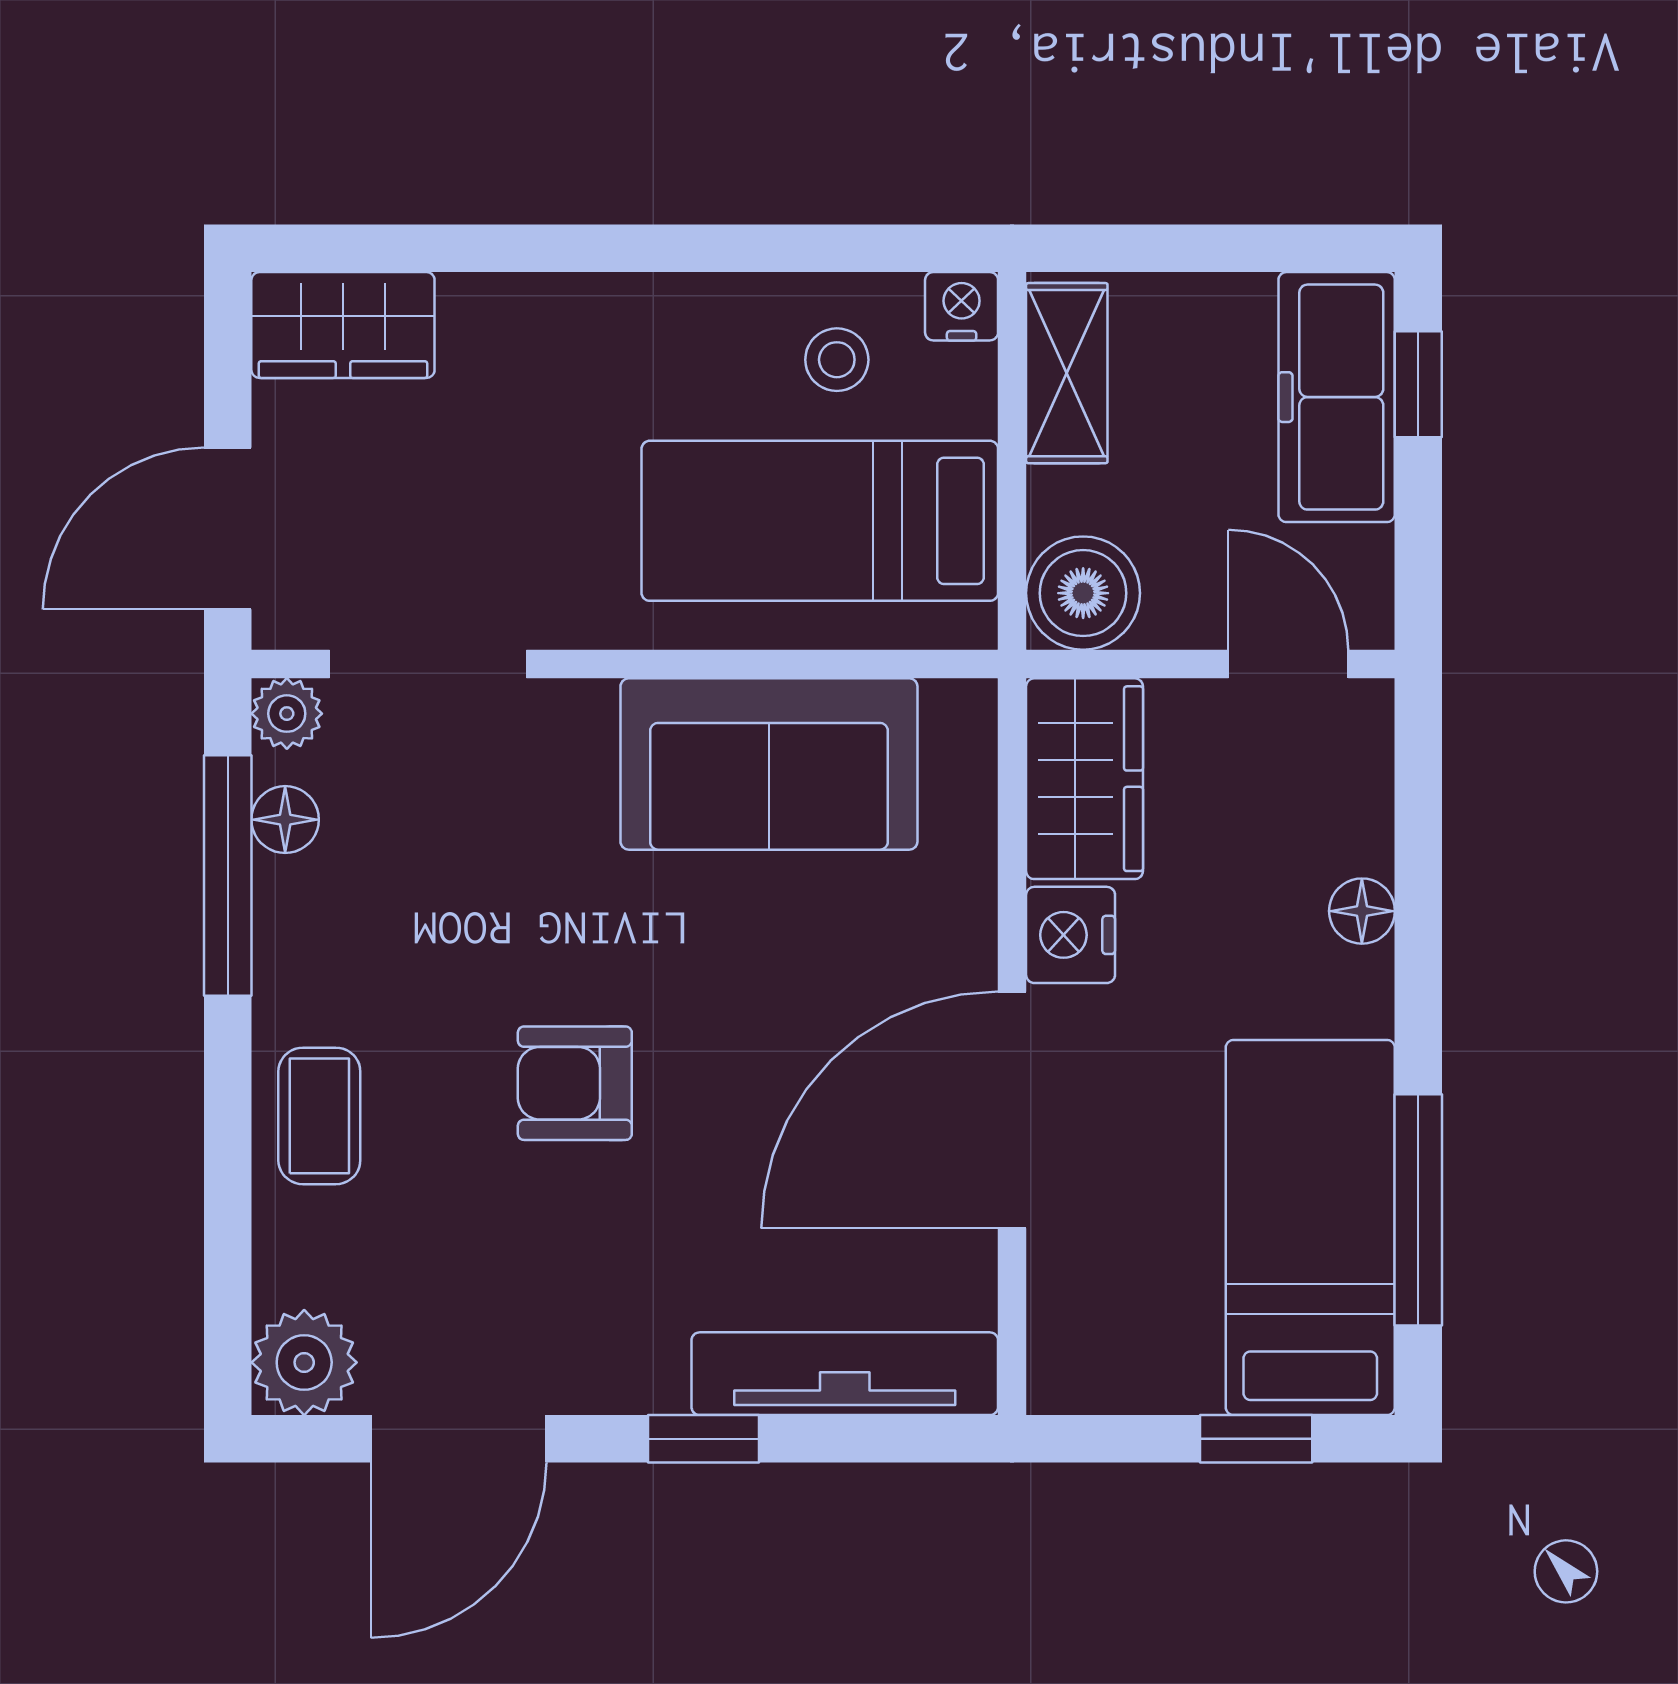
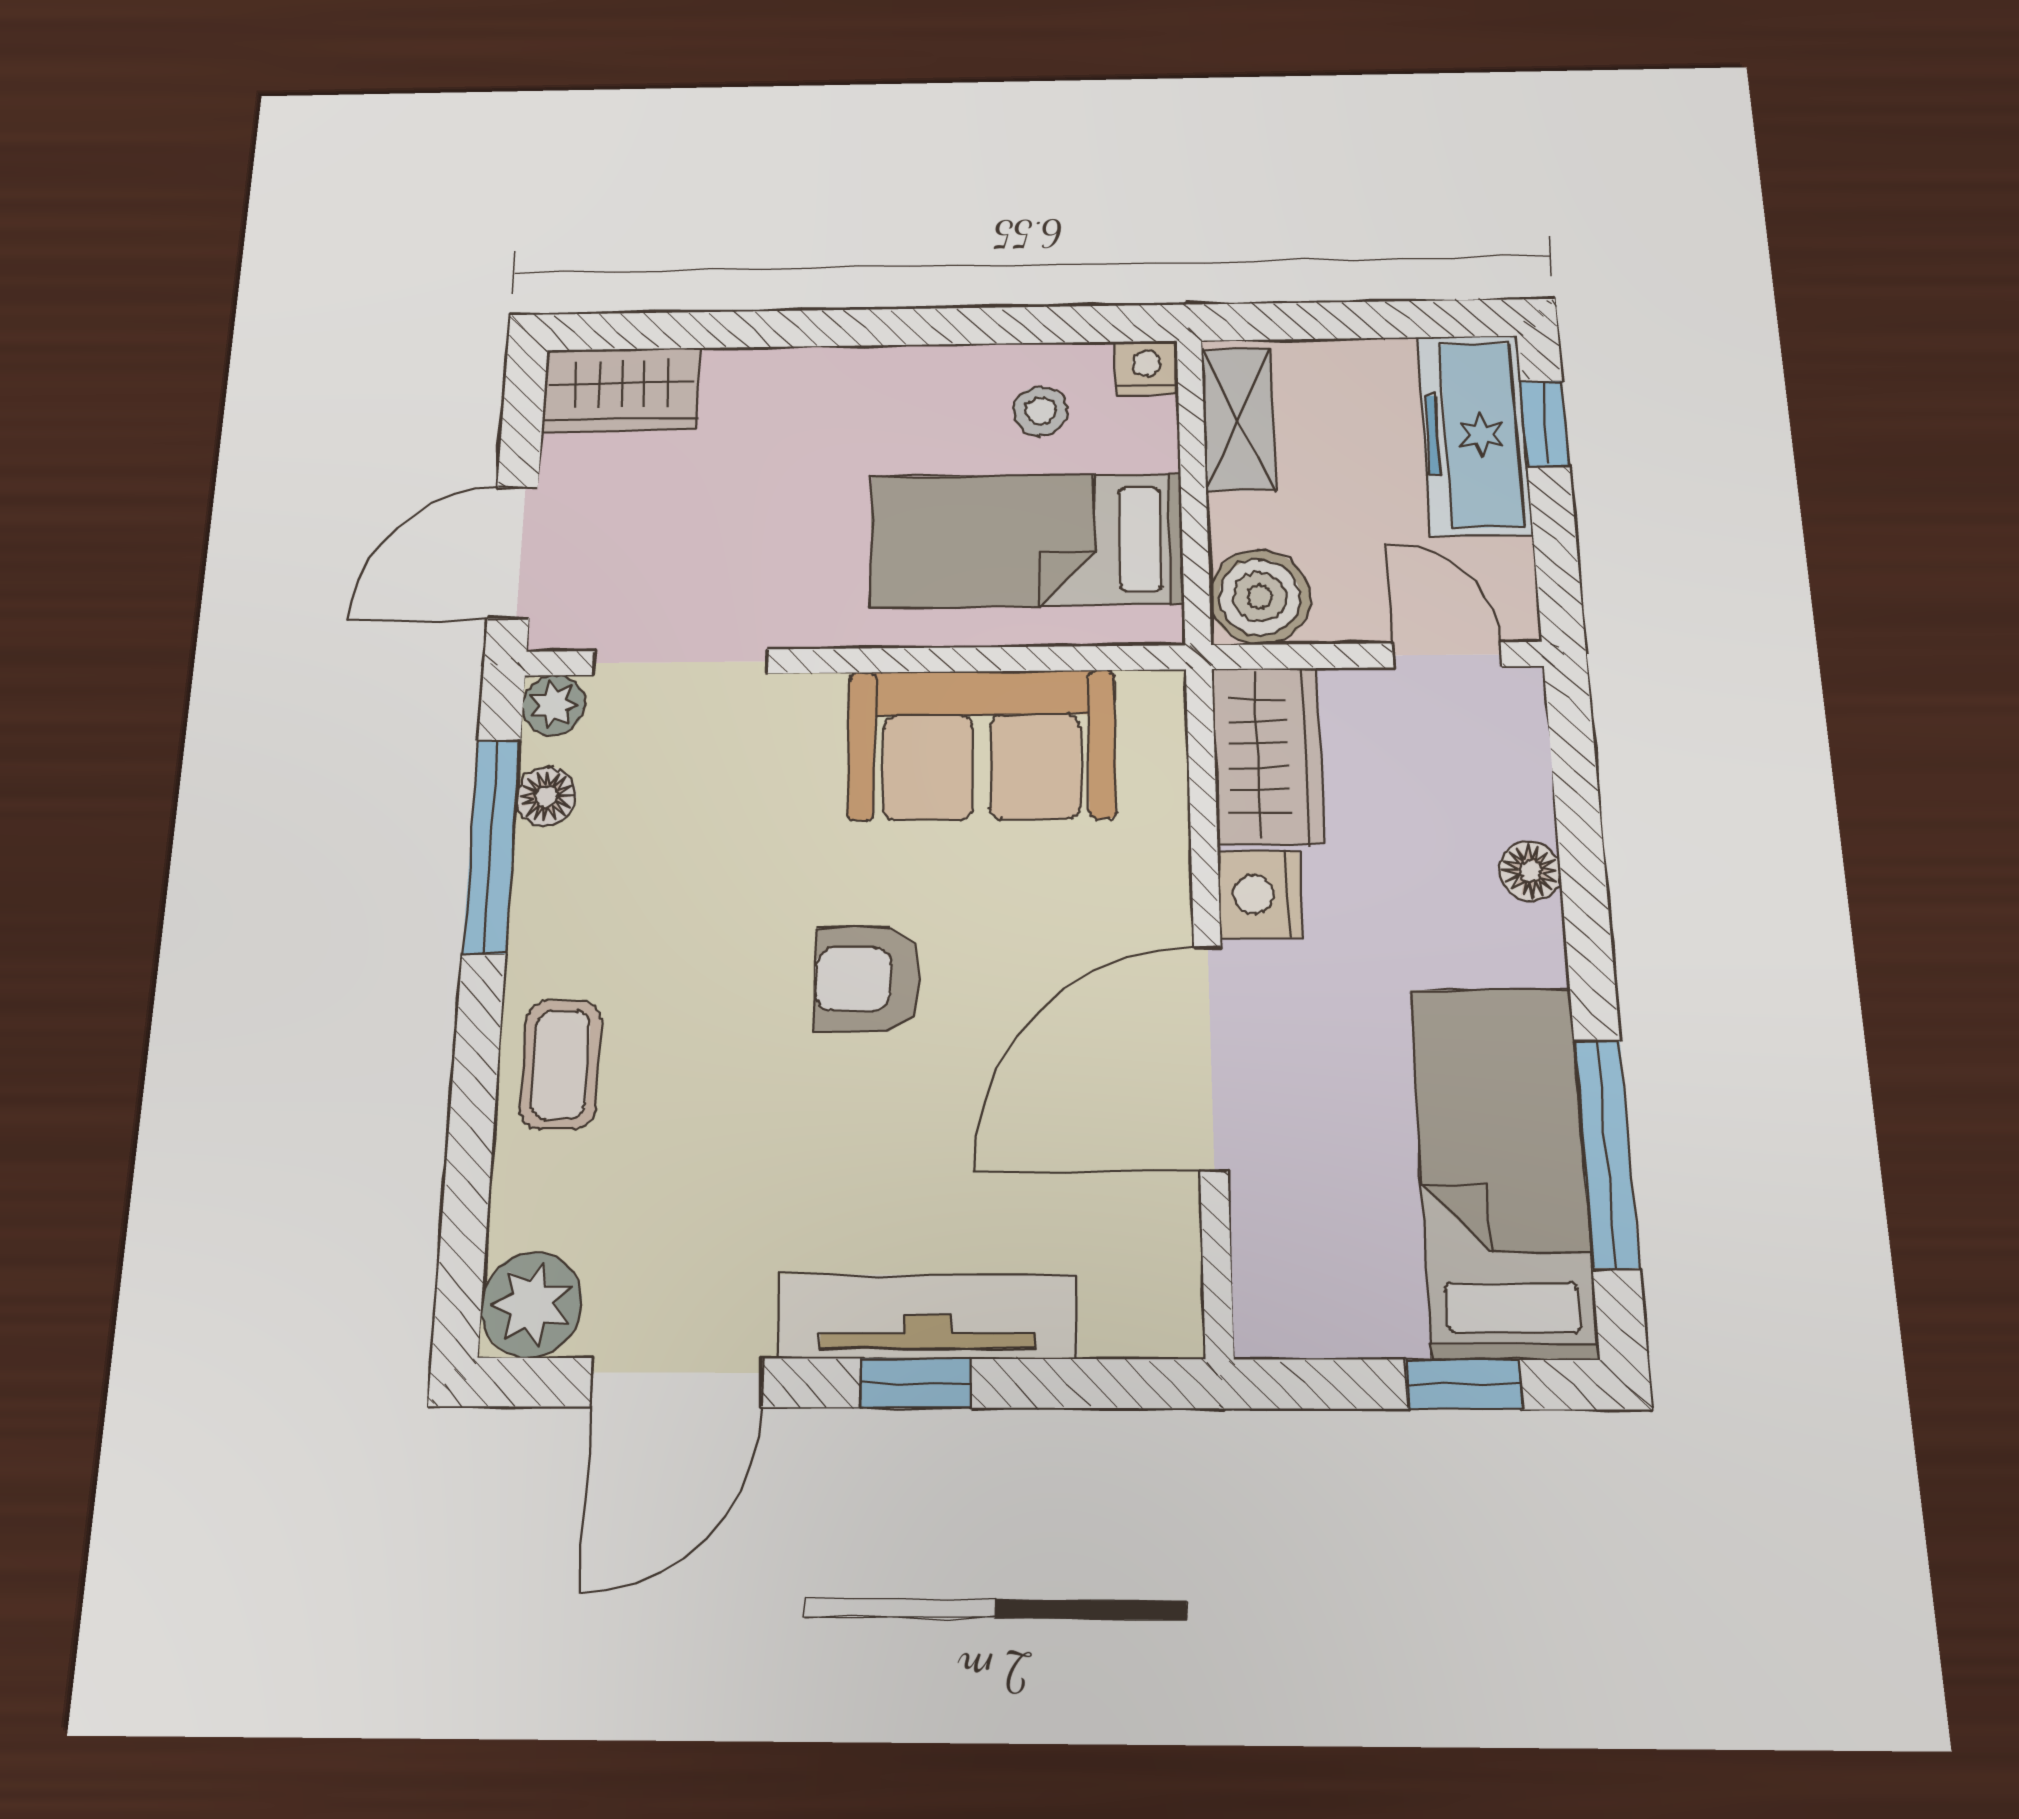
armchair: (575, 1083) -> (868, 979), moved
tv unit: (845, 1374) -> (928, 1316), moved

